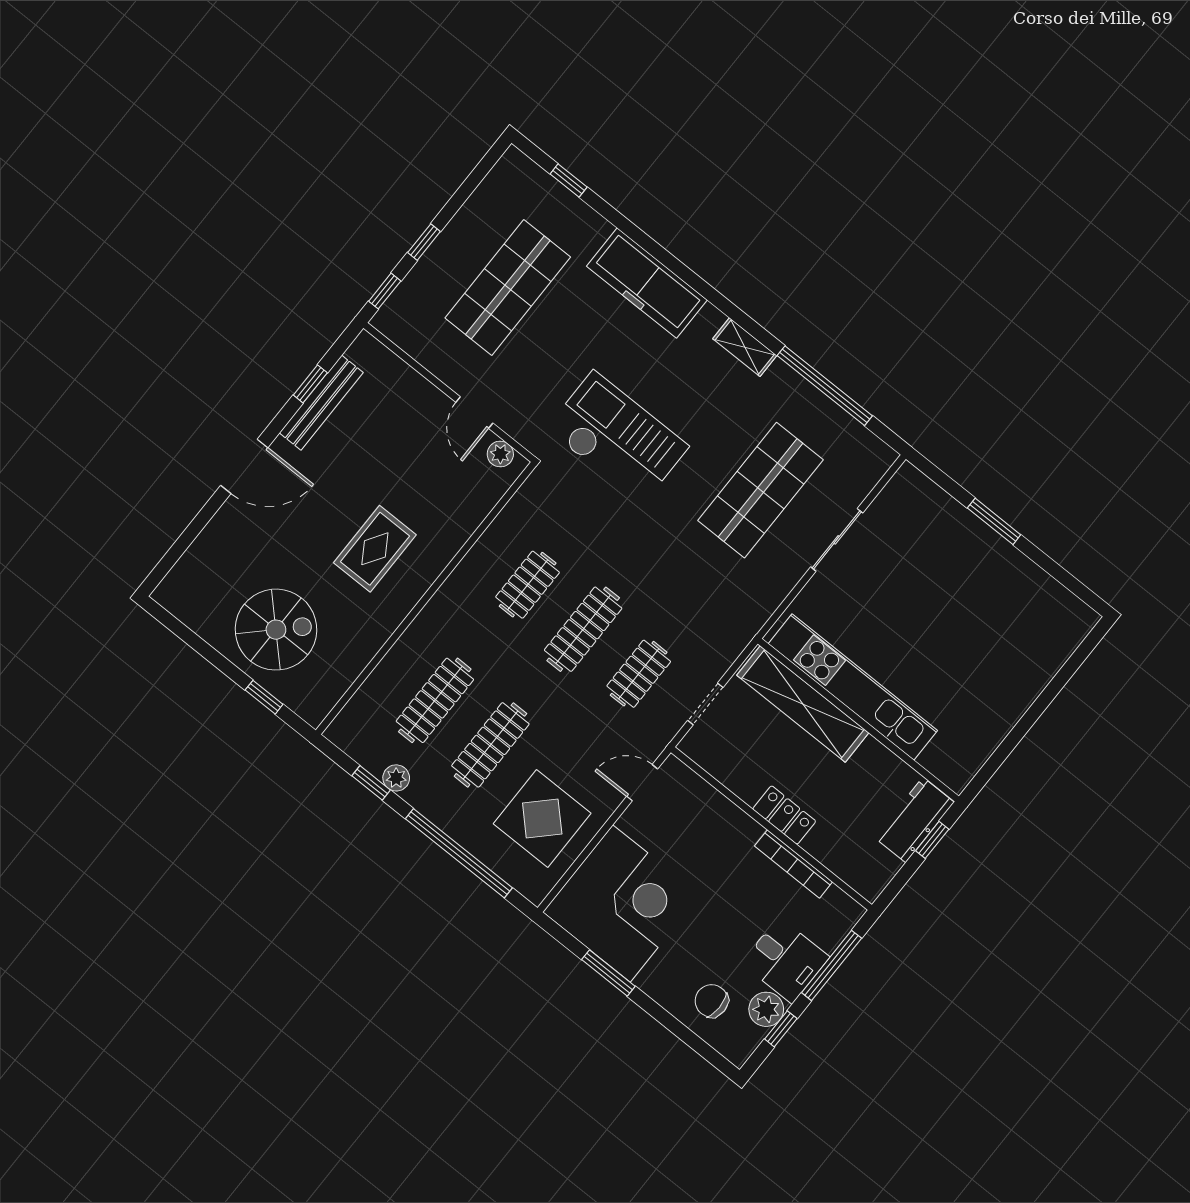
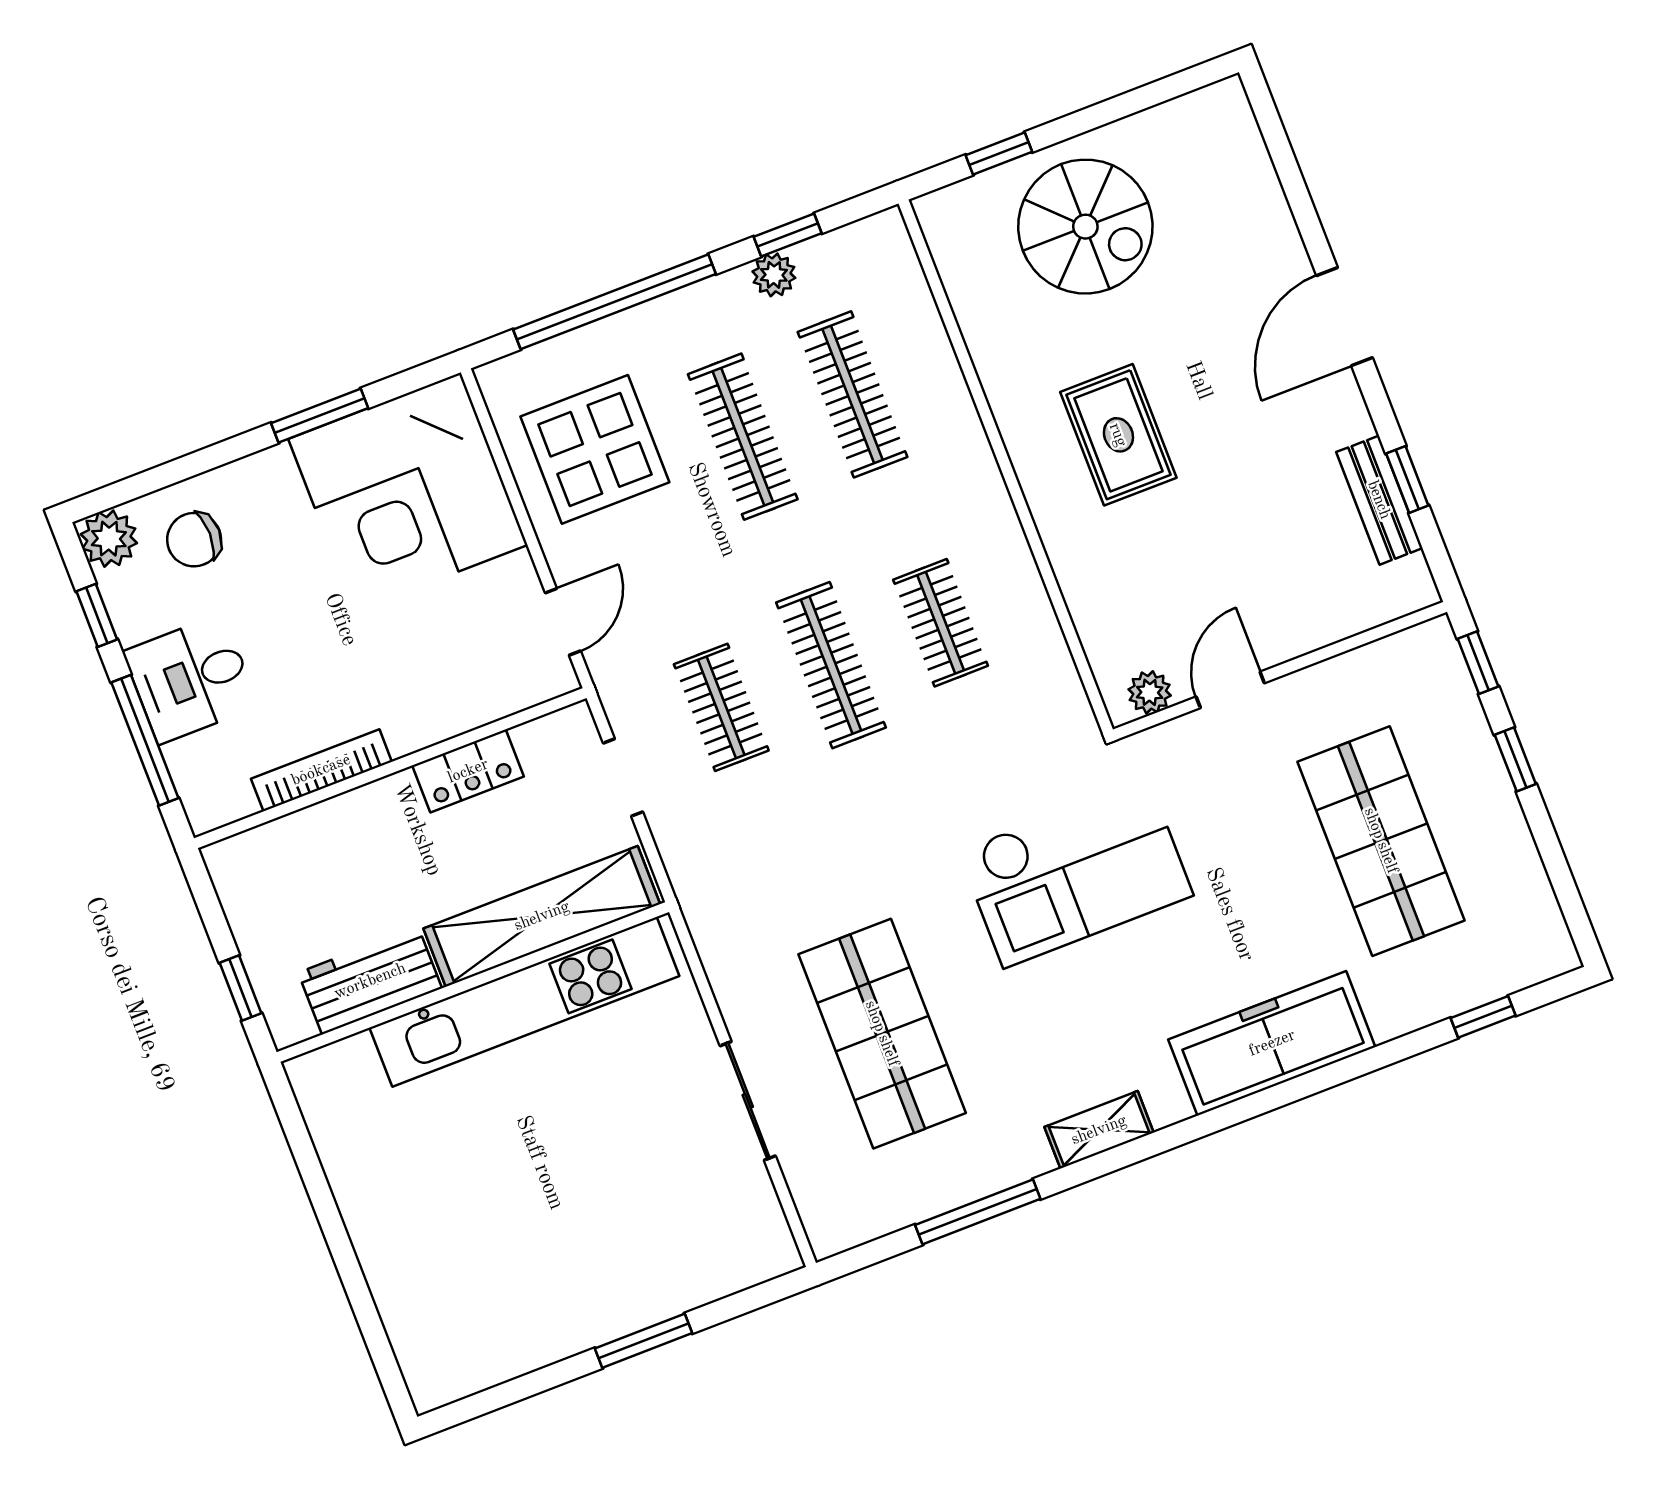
window: (825, 386) -> (978, 1212), width x0.68
bench: (321, 403) -> (1379, 500), width x0.73
door: (474, 413) -> (1230, 690), hinge flipped
spiral stairs: (276, 630) -> (1085, 227), turned -90
locker: (784, 815) -> (468, 771), moved
workbench: (914, 820) -> (370, 981), moved, turned -90
chair: (712, 1001) -> (194, 540), turned 180
plant: (766, 1009) -> (109, 539), moved

